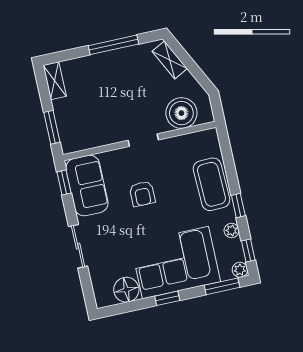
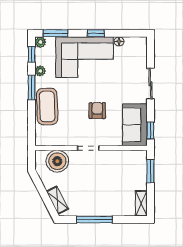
window: (238, 205) -> (32, 87), width x1.50
floor lamp: (126, 290) -> (119, 41), width x0.53, depth x0.53

